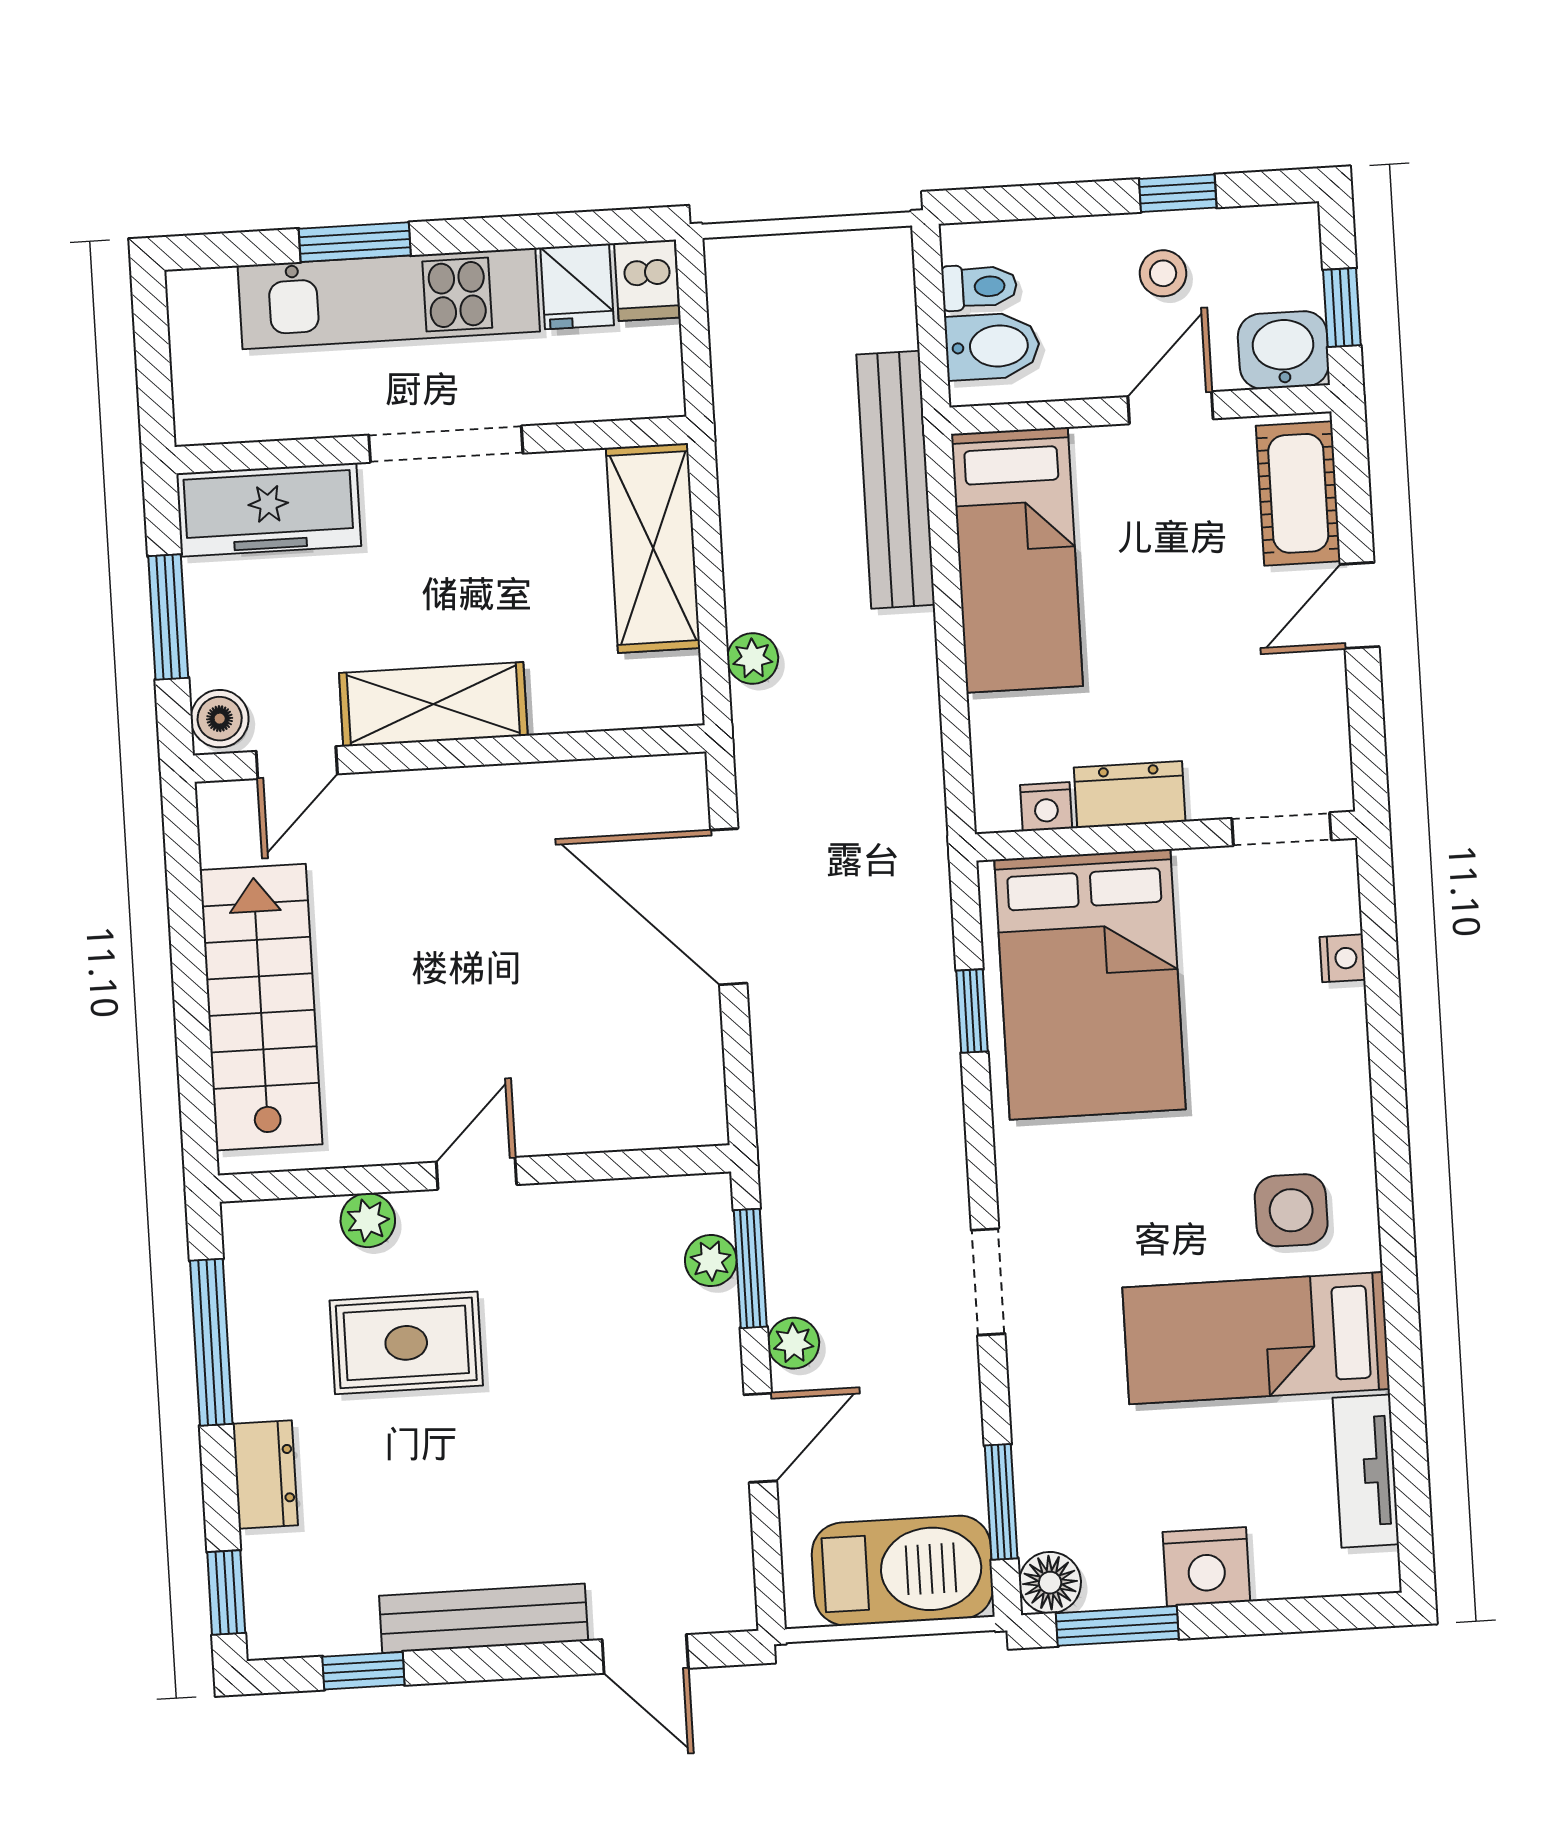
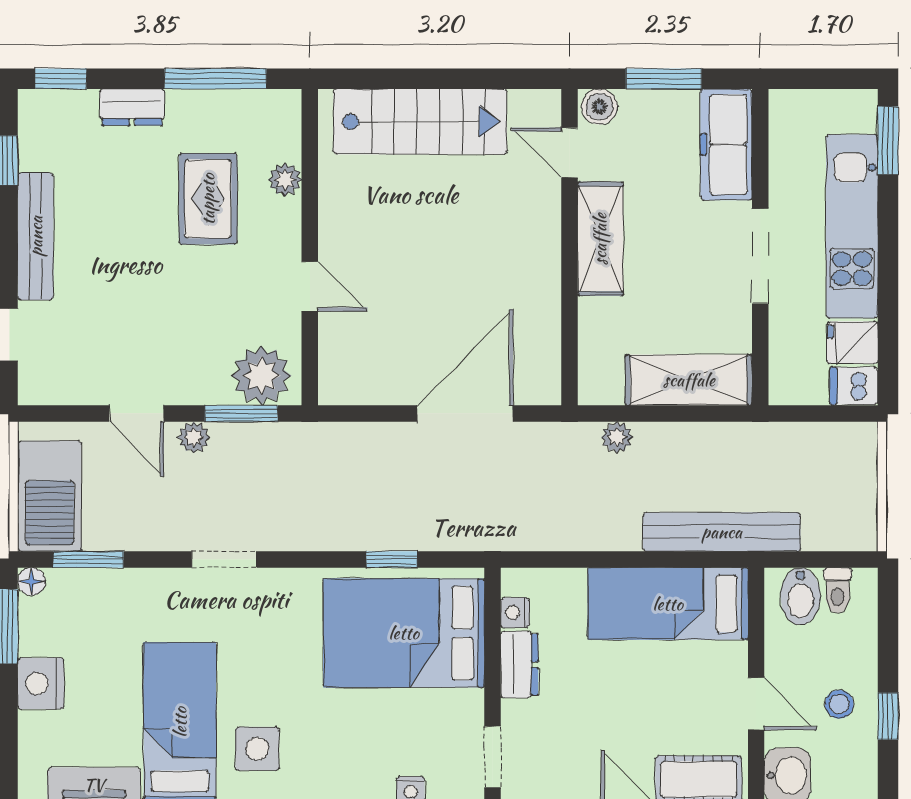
window: (355, 242) -> (888, 141), moved
door: (477, 1173) -> (310, 286), moved
plant: (711, 1261) -> (261, 376), width x1.87, depth x1.87
floor lamp: (1050, 1583) -> (32, 581), width x0.73, depth x0.73

